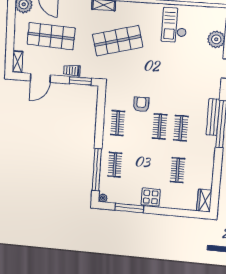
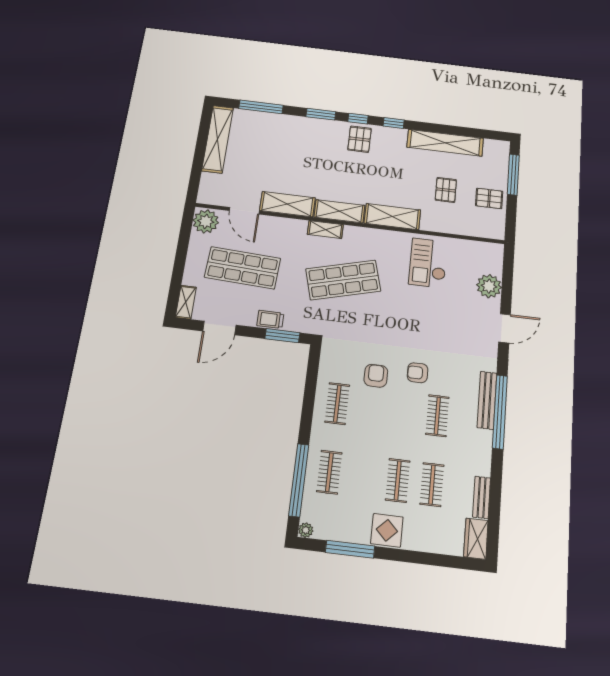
armchair: (168, 101) -> (418, 373), added
clothes rail: (160, 126) -> (398, 480), moved
bench: (208, 177) -> (482, 497), added

